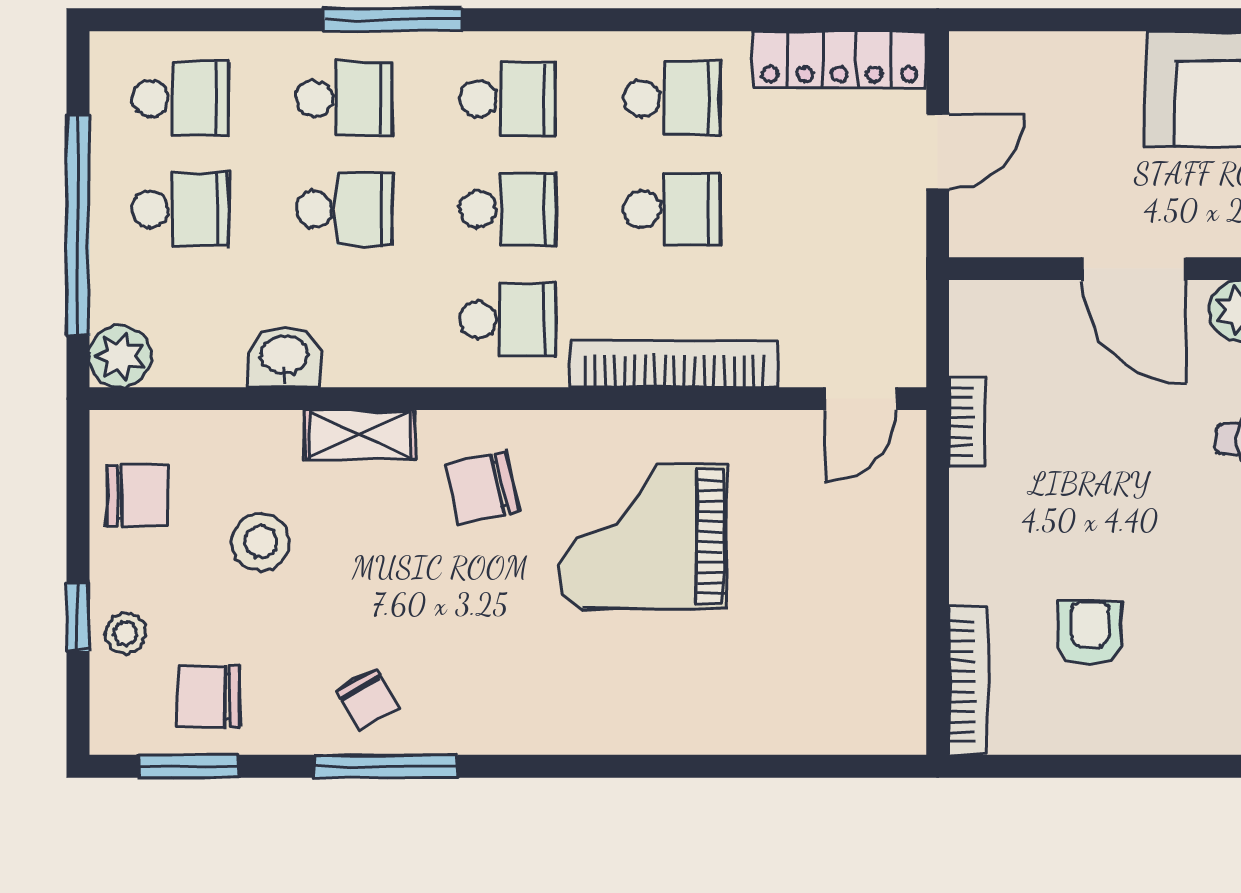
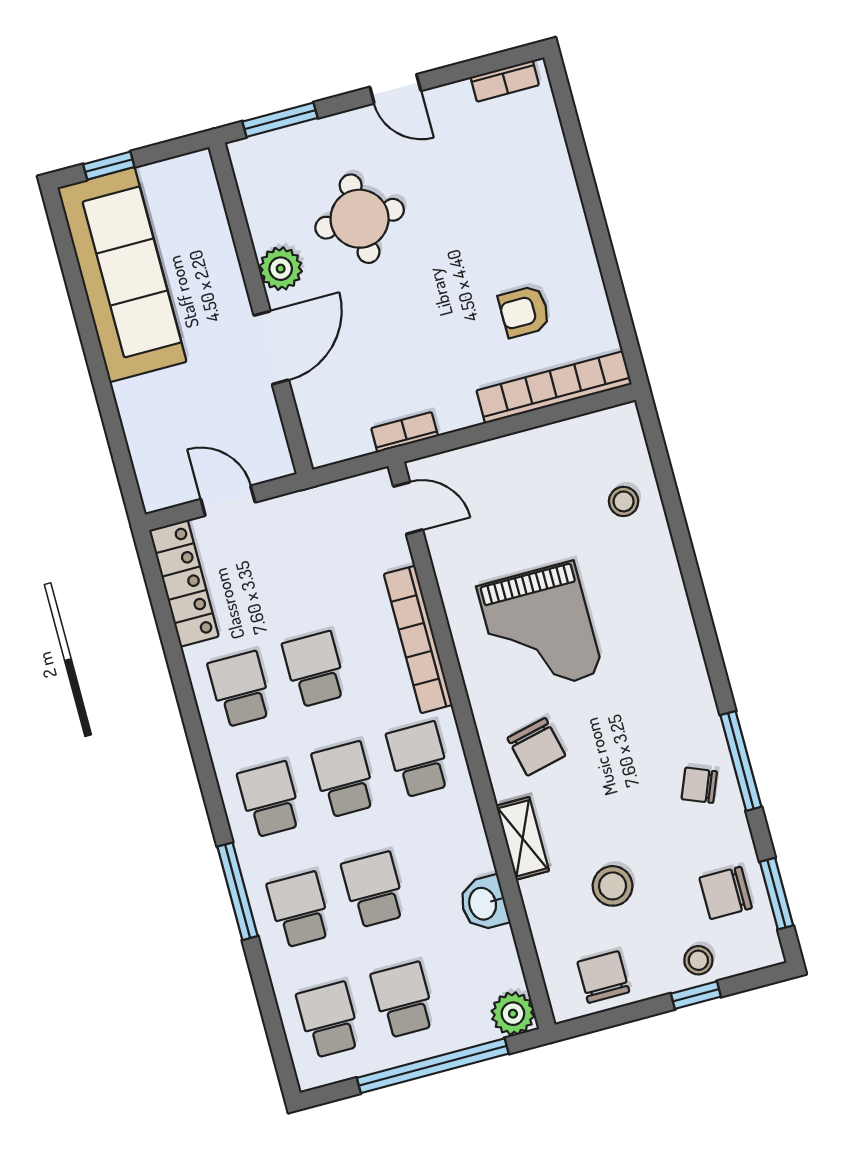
bookcase: (968, 681) -> (554, 387), width x1.48, depth x1.31
chair: (209, 696) -> (726, 893), turned 90
chair: (368, 699) -> (699, 785), turned -127
stool: (790, 700) -> (624, 501), added

